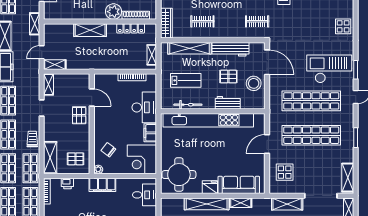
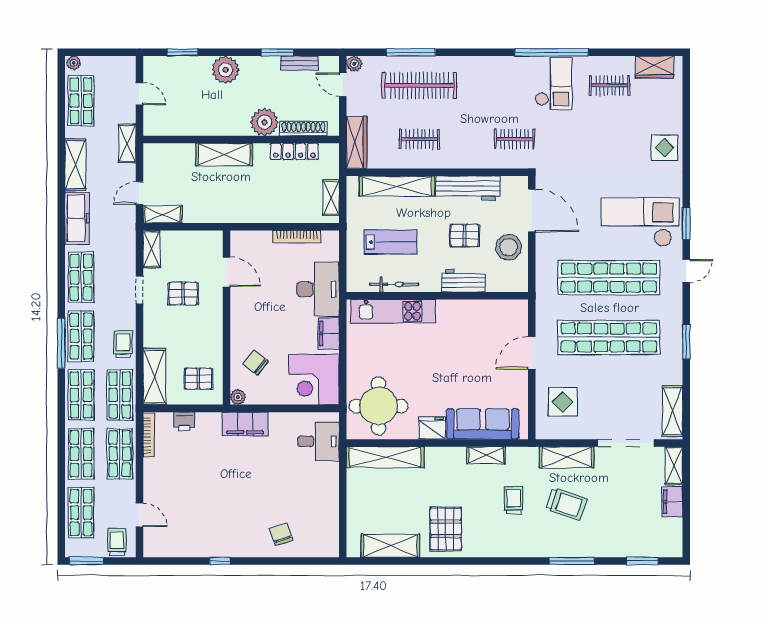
pallet: (79, 115) -> (183, 293), moved, turned 90
kitchen unit: (208, 120) -> (393, 311), width x0.54
shelving: (207, 204) -> (385, 457), moved

